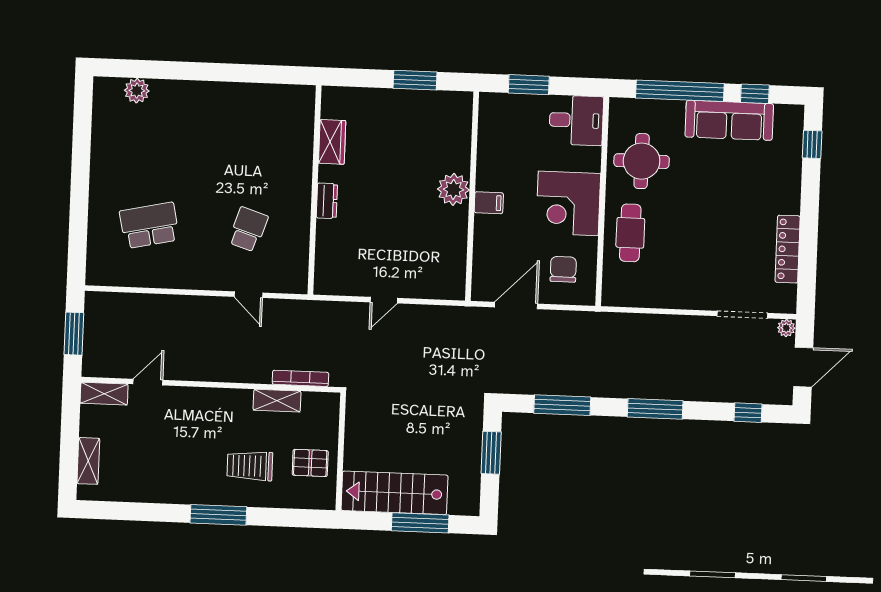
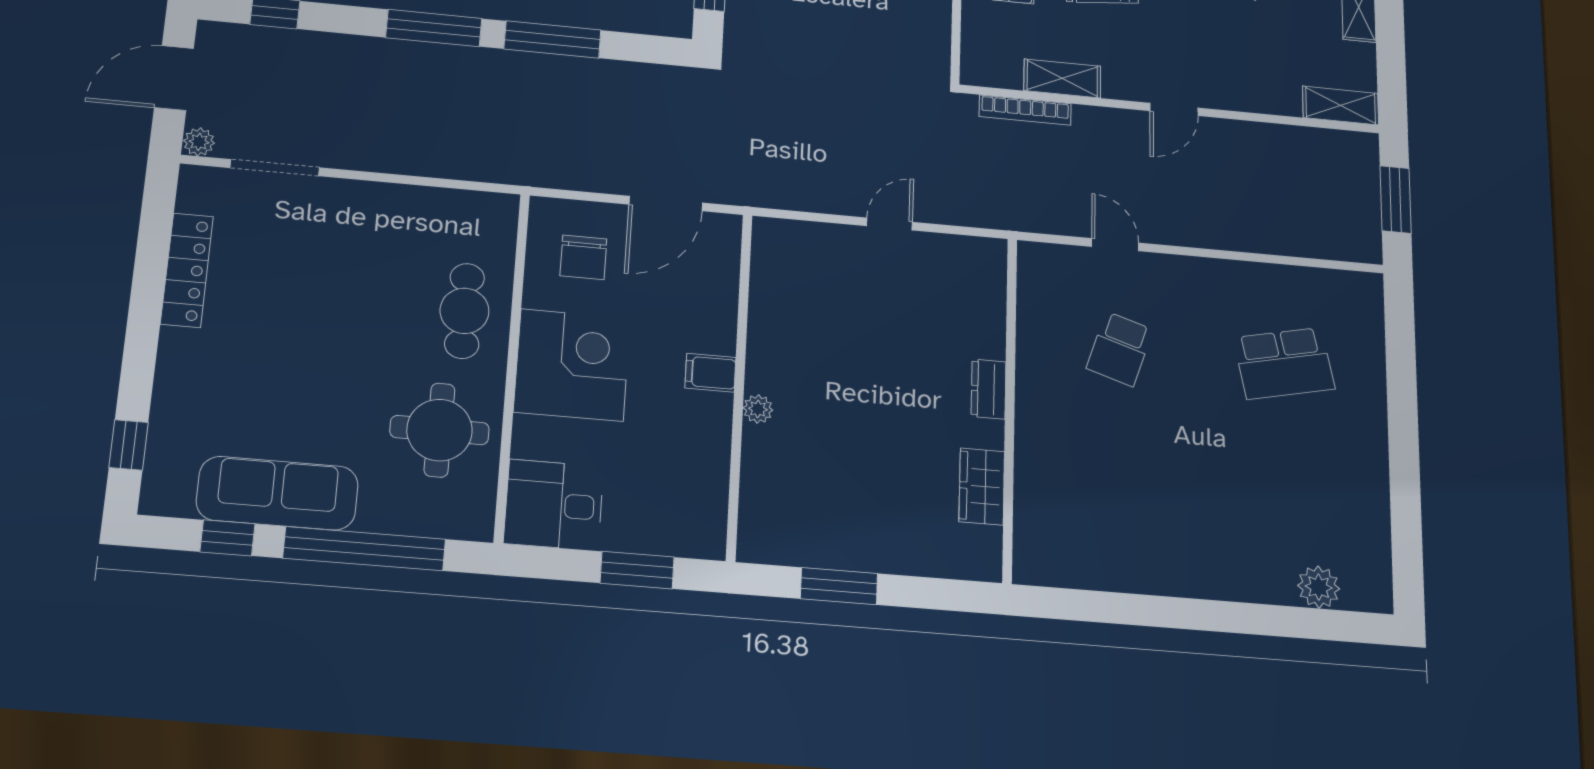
plant: (453, 189) -> (758, 409), width x0.53, depth x0.53
door: (148, 382) -> (1174, 109), moved
window: (562, 405) -> (552, 40), moved

